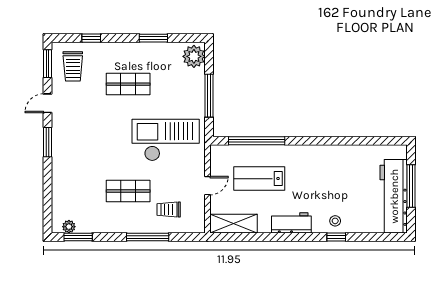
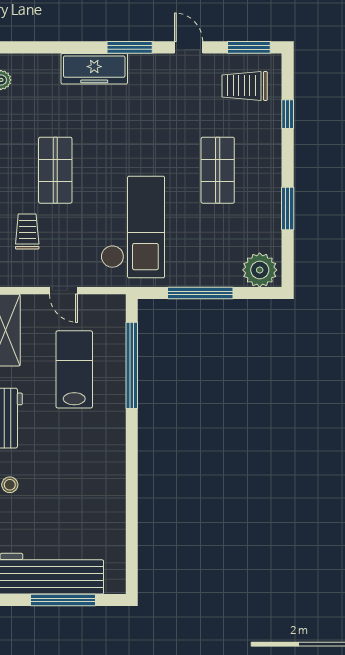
freezer: (61, 165) -> (94, 69), added

